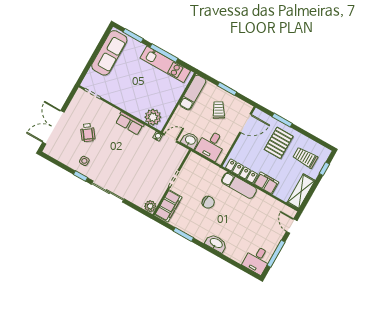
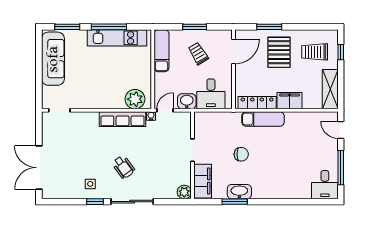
row of seats: (130, 123) -> (122, 119), width x1.48
wheelchair: (88, 133) -> (123, 167), moved
washbasin: (216, 243) -> (239, 192), moved

